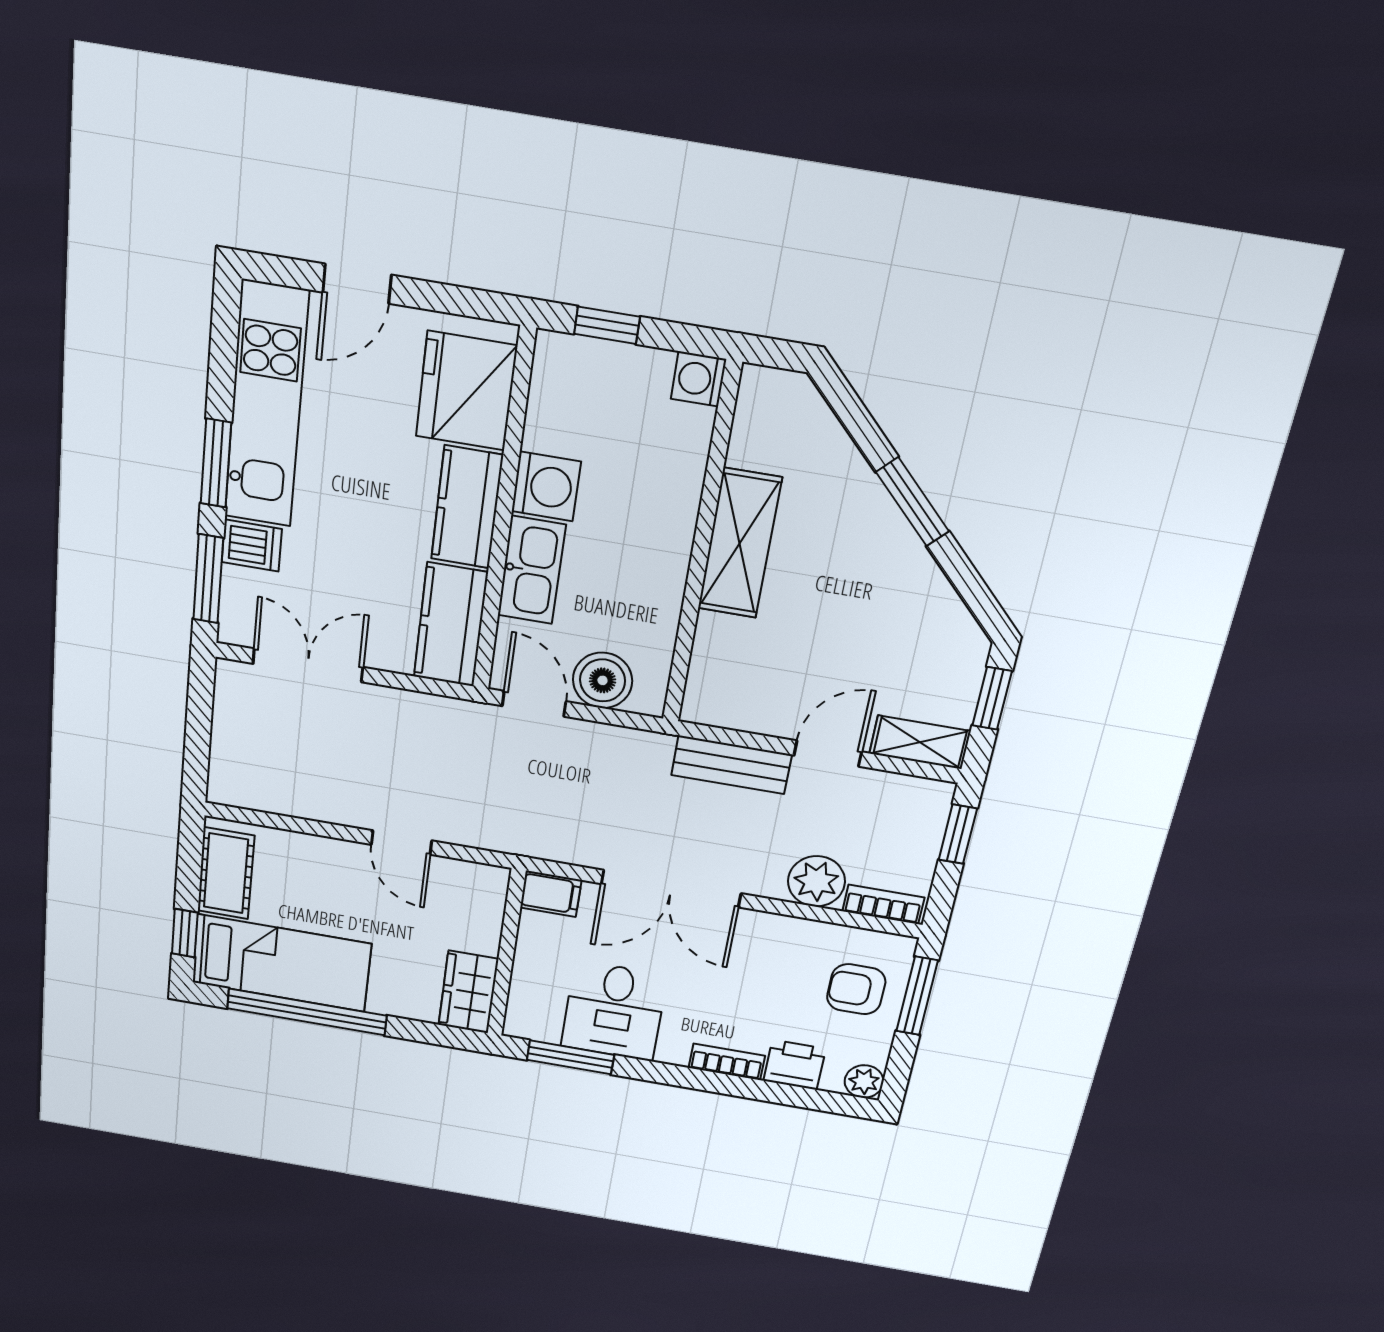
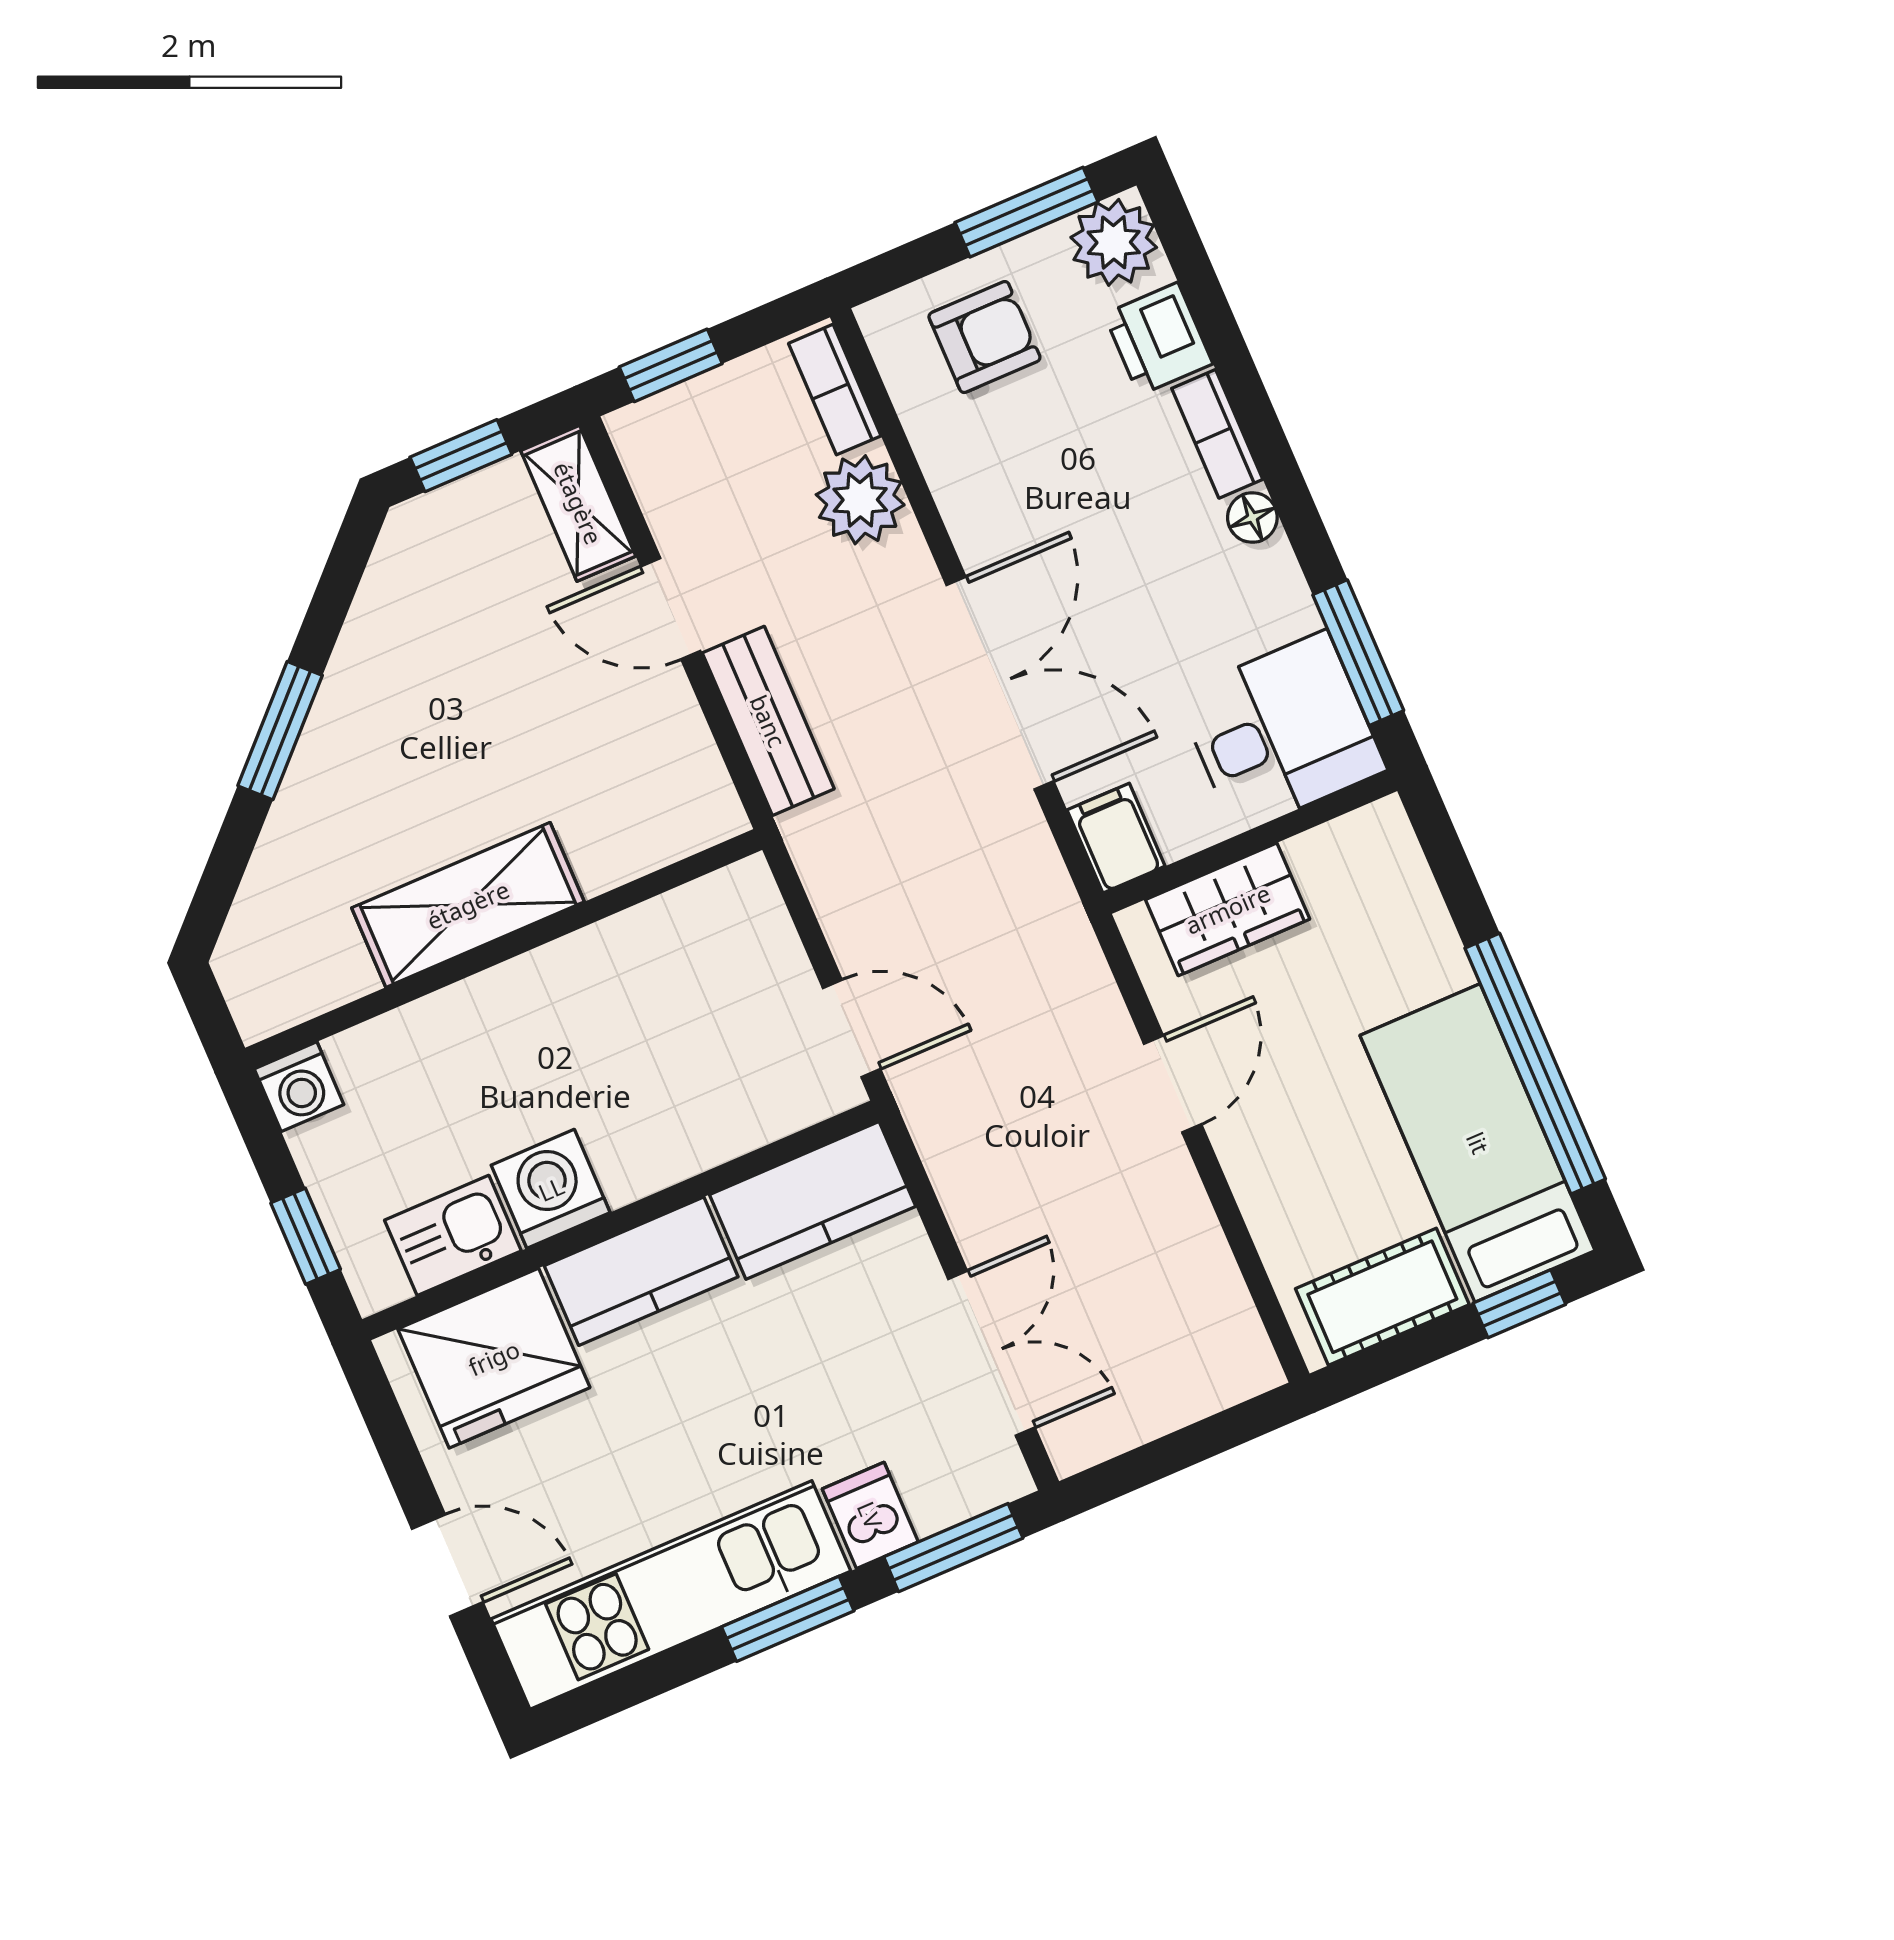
kitchen sink: (532, 570) -> (453, 1235), moved, width x0.73
double door: (308, 665) -> (991, 1353), swing flipped
boiler: (603, 680) -> (761, 961), removed
door: (534, 704) -> (852, 1029), swing flipped
armchair: (856, 989) -> (984, 337), turned -90
wardrobe: (468, 992) -> (1228, 909), moved
window: (917, 996) -> (1026, 212), moved
desk: (614, 1011) -> (1281, 732), moved
floor lamp: (673, 1052) -> (1252, 517), added
plant: (864, 1081) -> (1114, 242), width x1.38, depth x1.38

